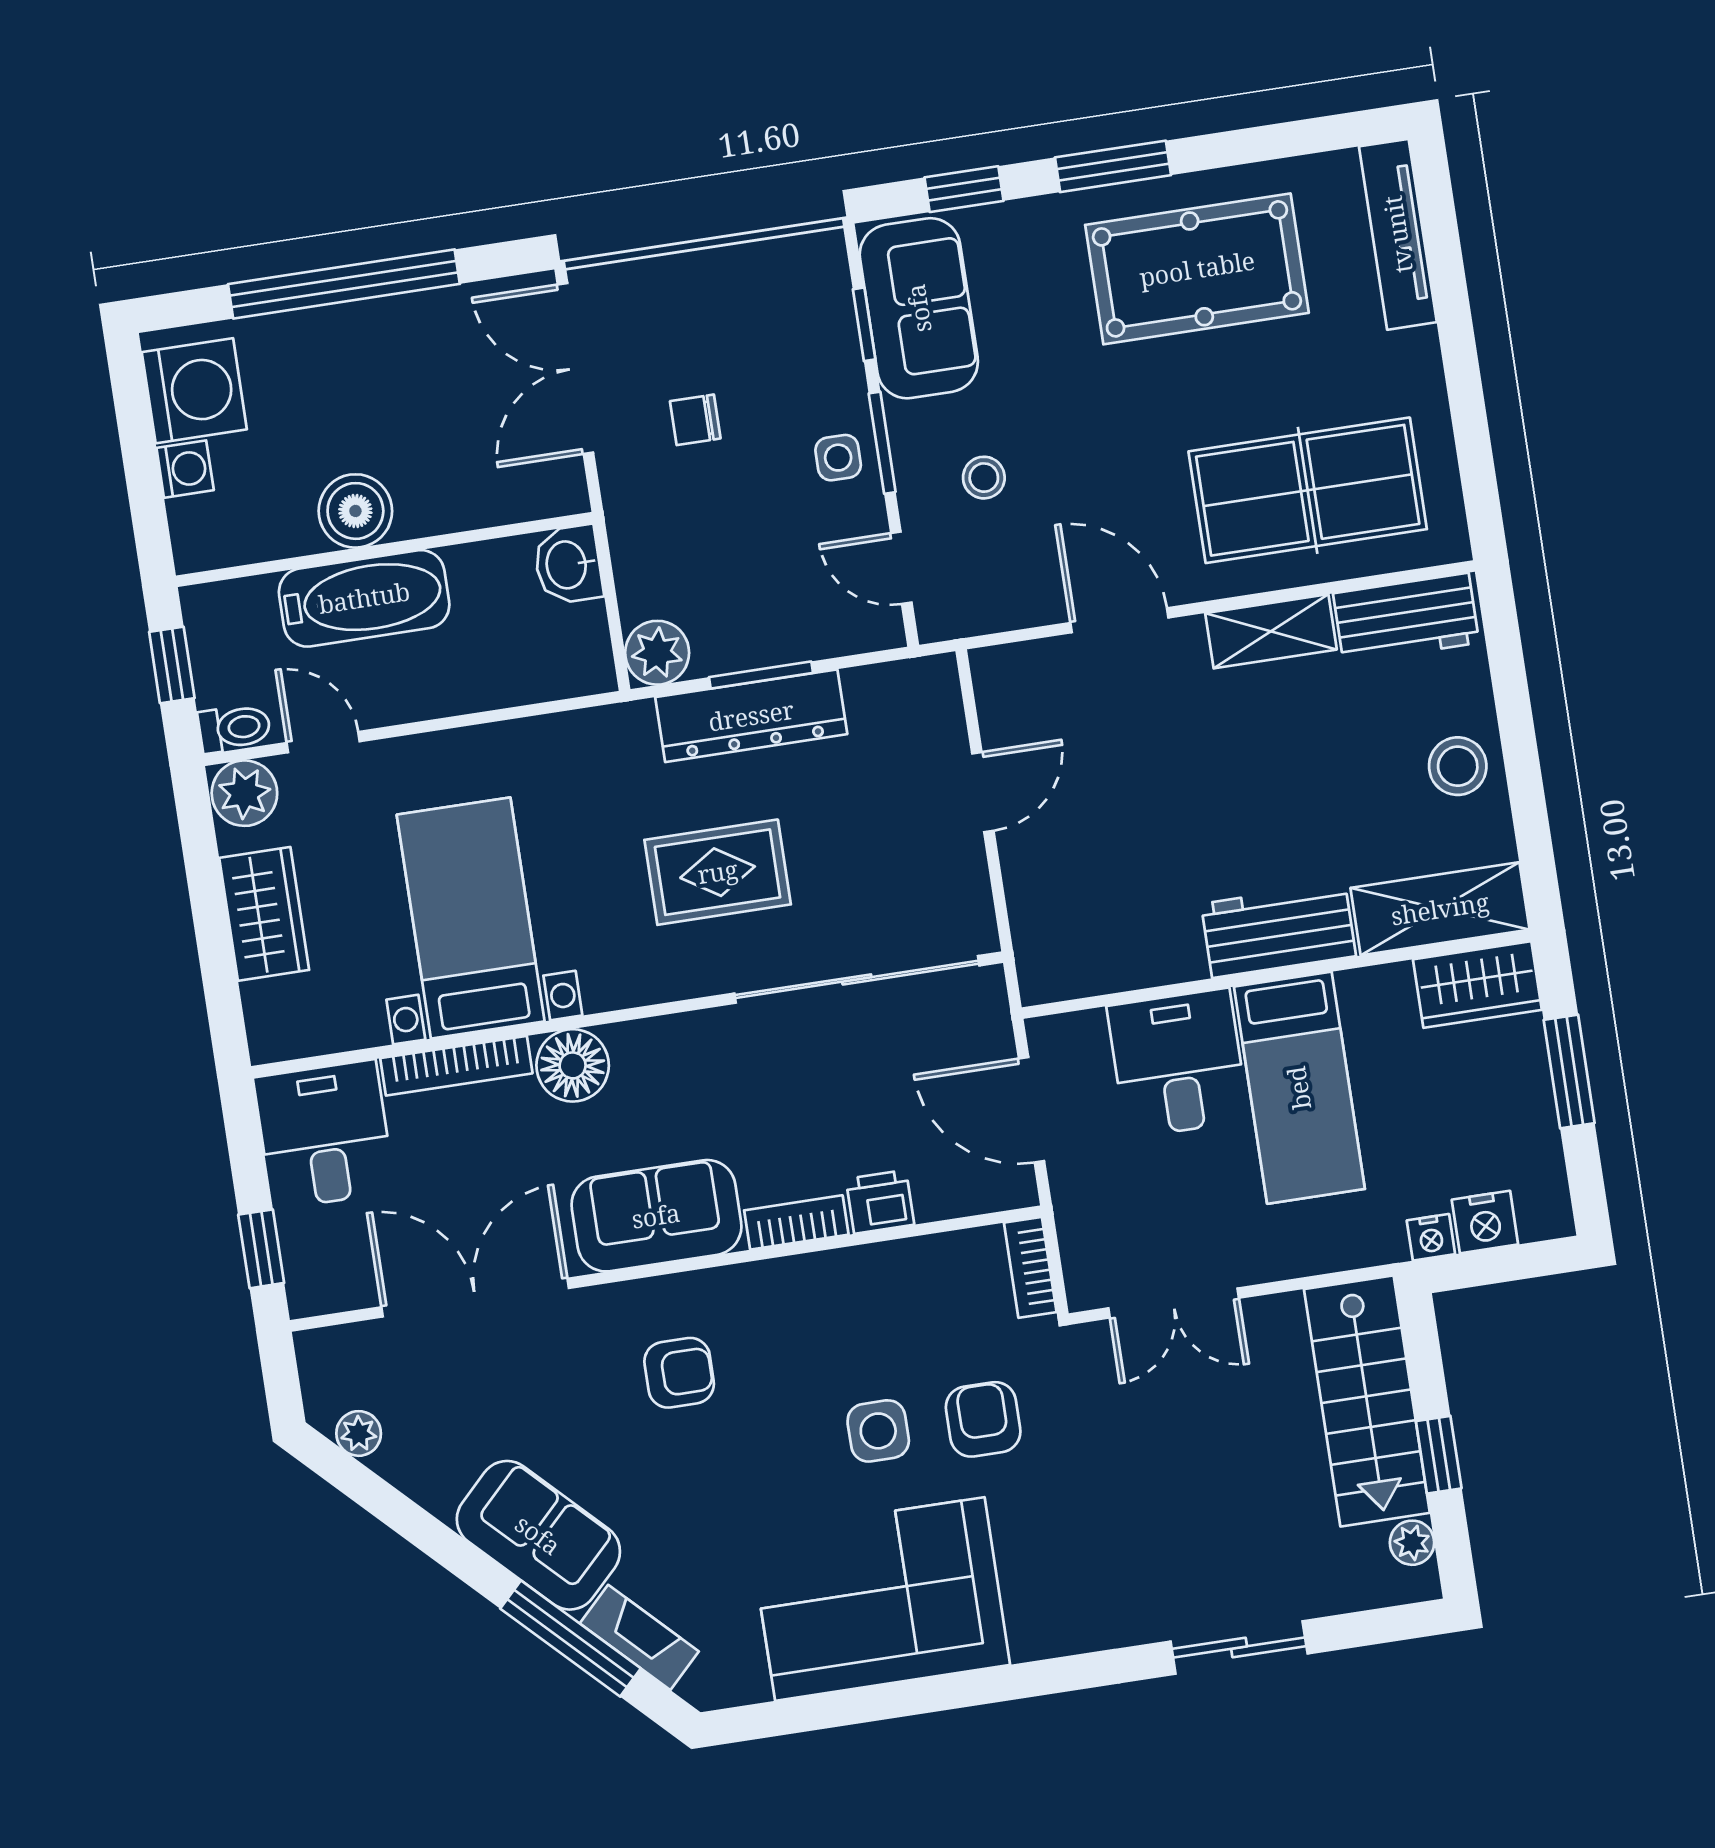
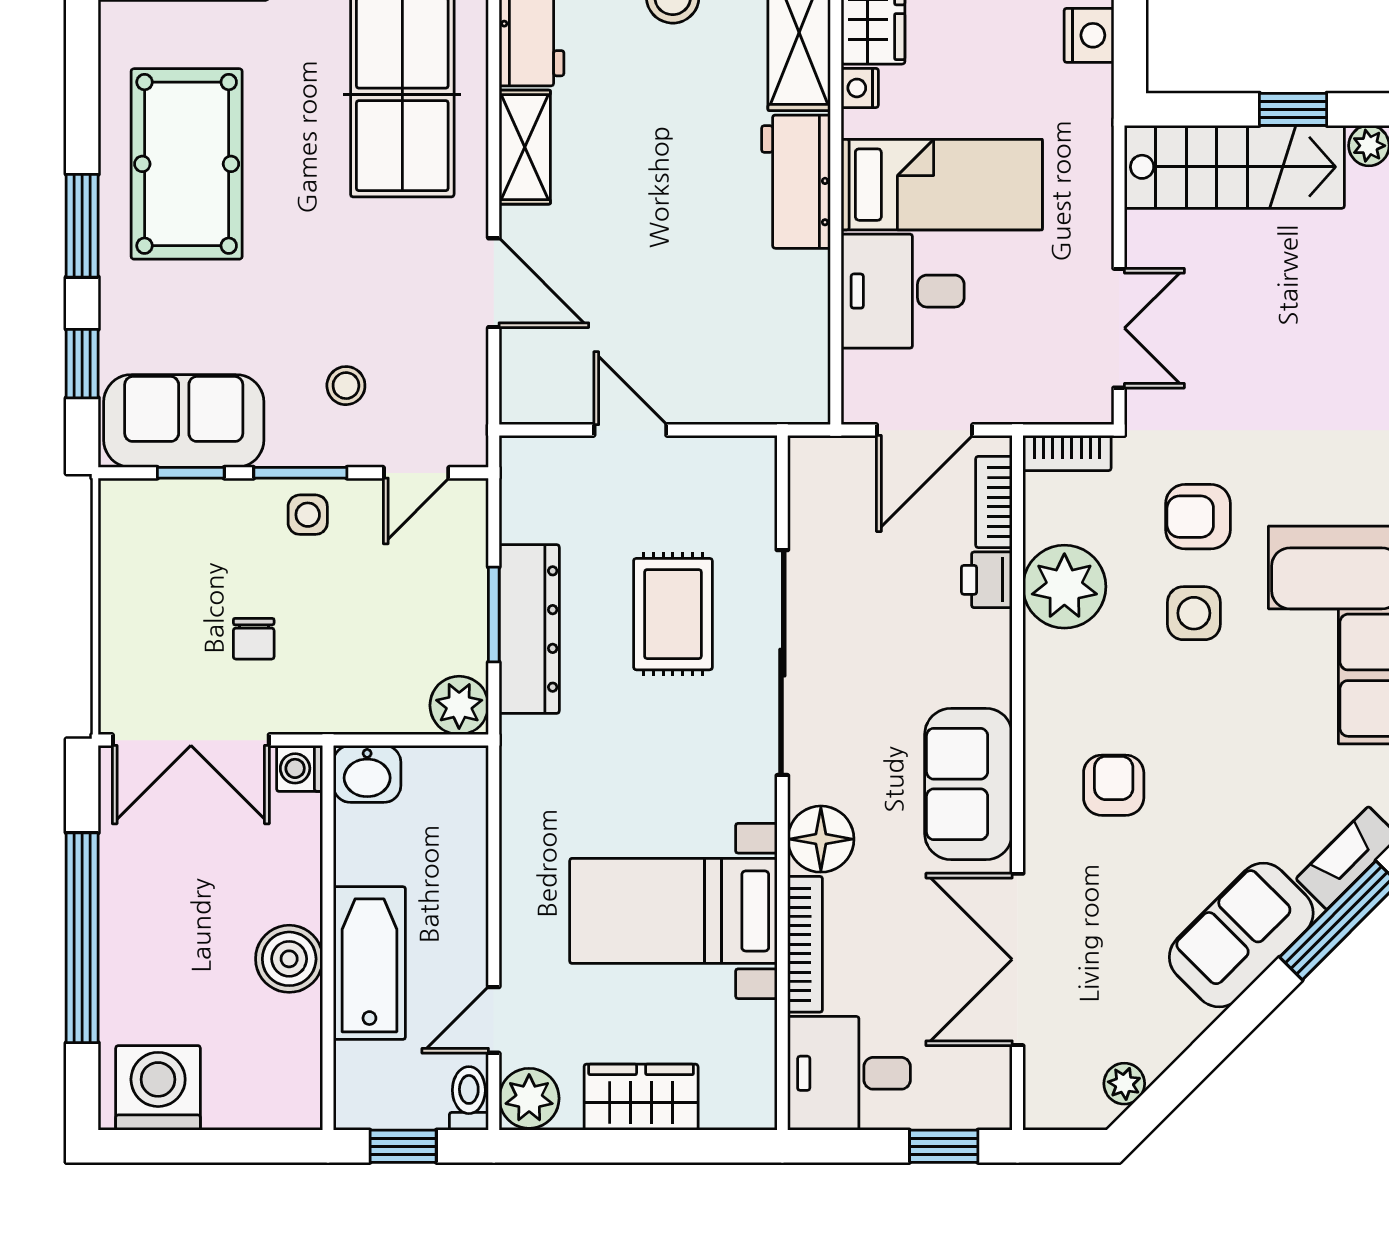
washing machine: (185, 469) -> (300, 768), moved, turned -90
door: (1119, 620) -> (494, 283), swing flipped
rug: (718, 872) -> (673, 614), moved
sliding door: (857, 979) -> (782, 663), moved
bookcase: (796, 1222) -> (994, 502), moved
nightstand: (1431, 1237) -> (860, 88), moved, turned 180
plant: (885, 1287) -> (1064, 587), added

